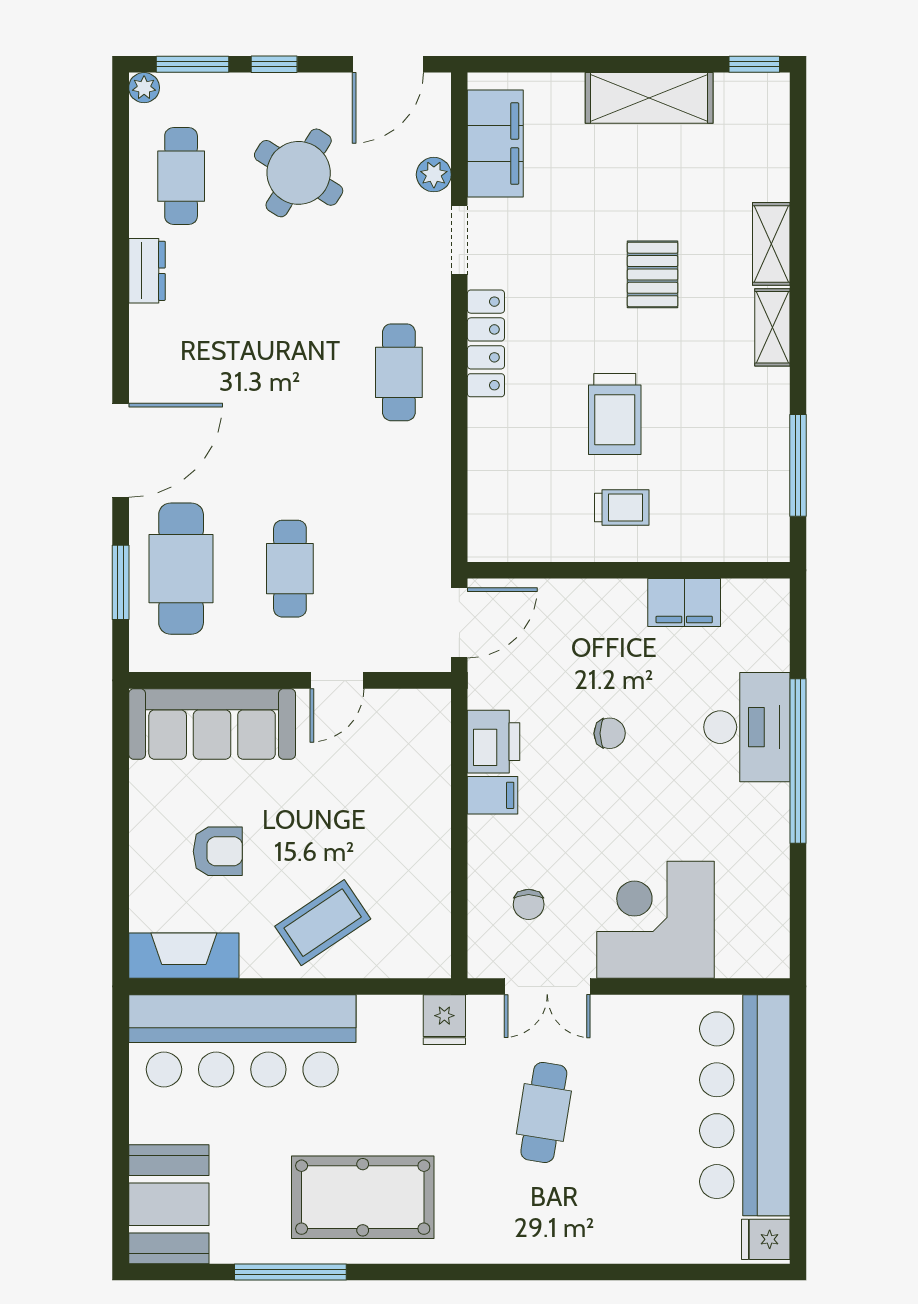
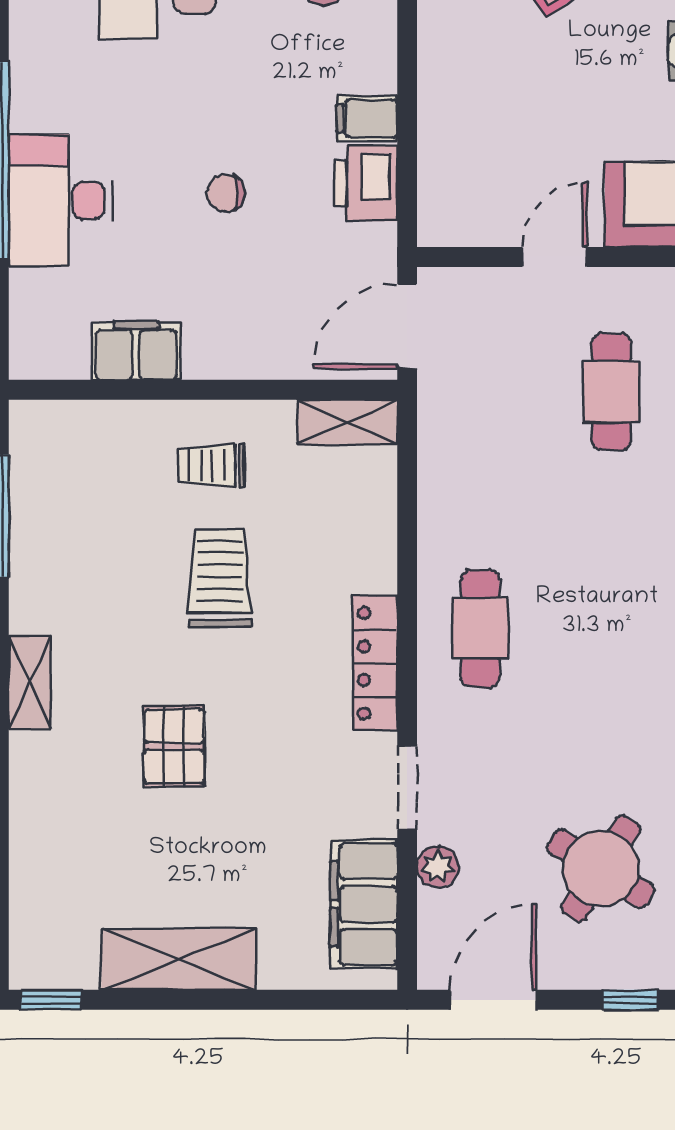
shelving: (771, 244) -> (347, 422), moved, turned 90

